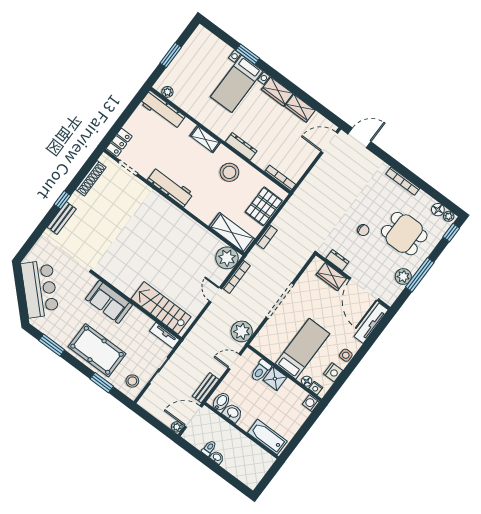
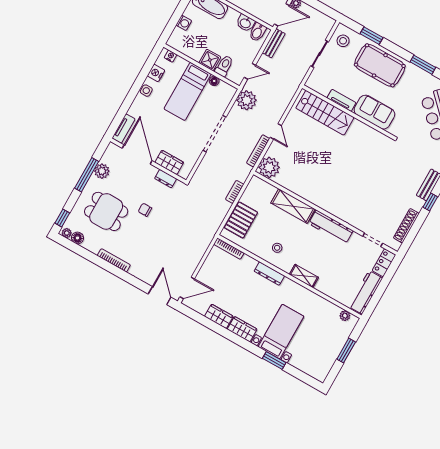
workbench: (163, 110) -> (366, 292), moved, turned -90
door: (359, 138) -> (160, 296), swing flipped
stool: (229, 172) -> (277, 248), width x0.53, depth x0.53
shelving: (232, 233) -> (293, 206), moved
tv unit: (371, 323) -> (124, 129), width x0.71
tv unit: (164, 335) -> (341, 100), moved
floor lamp: (307, 381) -> (214, 81), moved
washing machine: (311, 403) -> (184, 23), moved

